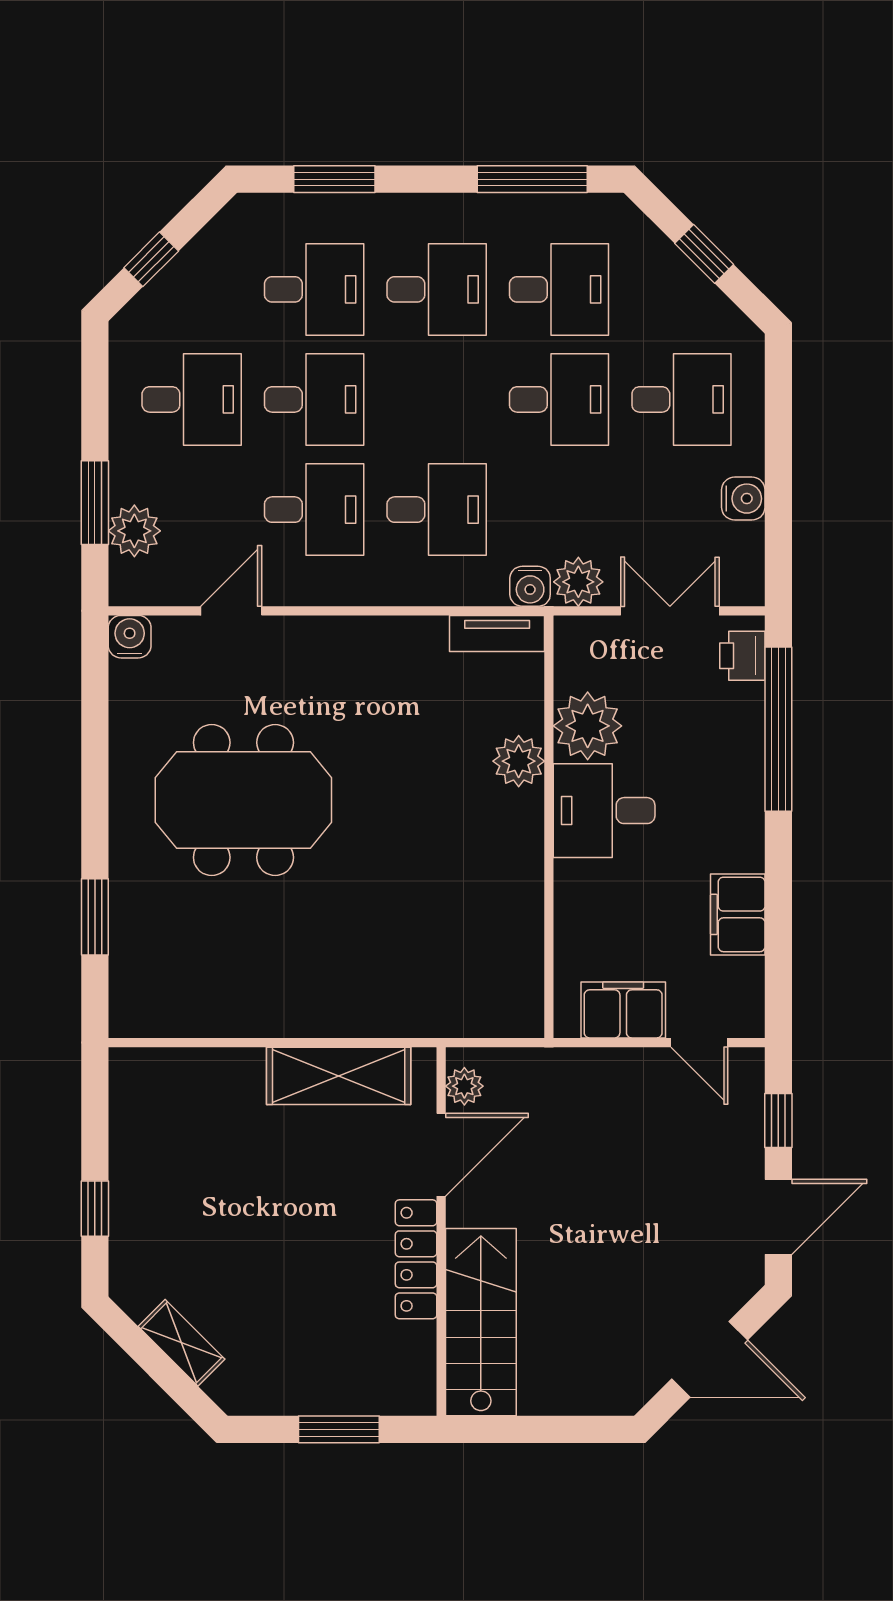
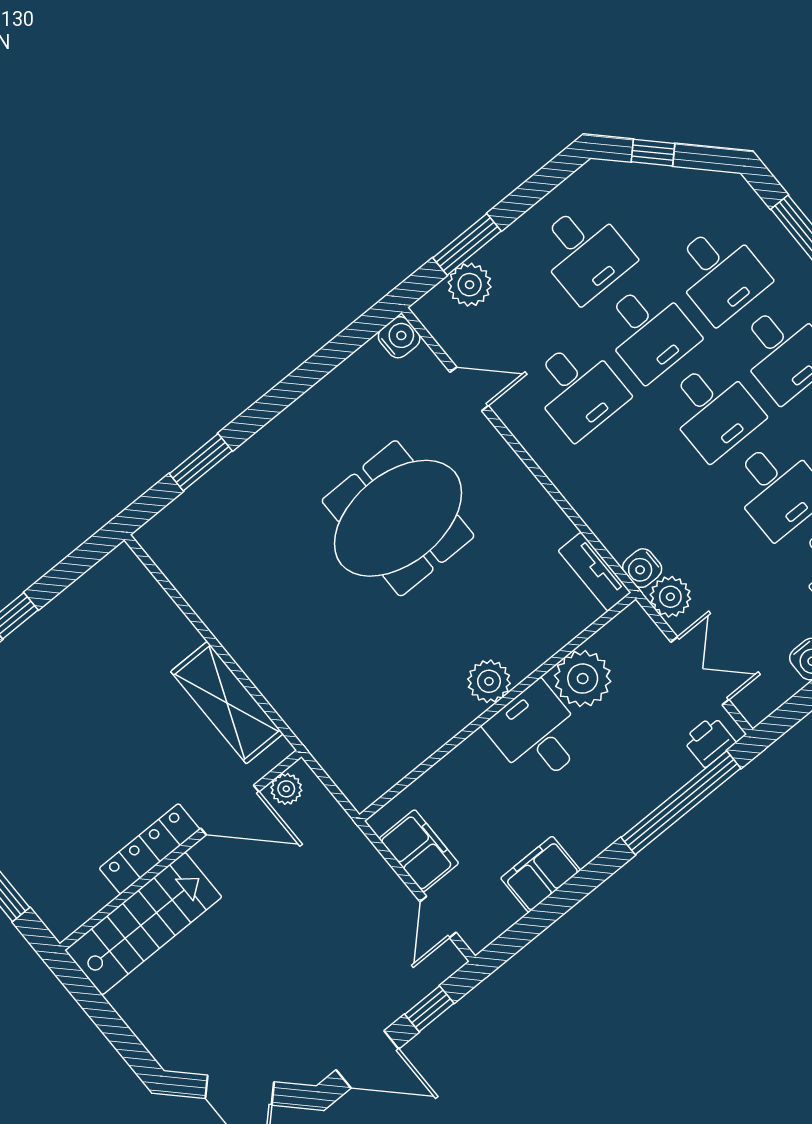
desk: (437, 510) -> (713, 410), moved
plant: (519, 761) -> (489, 681), moved
meeting table: (243, 800) -> (398, 518), moved, turned 90

